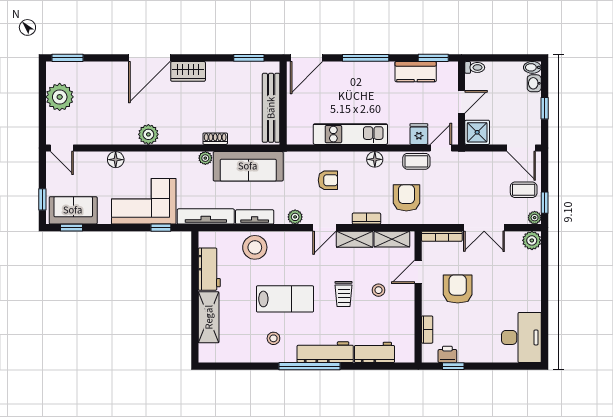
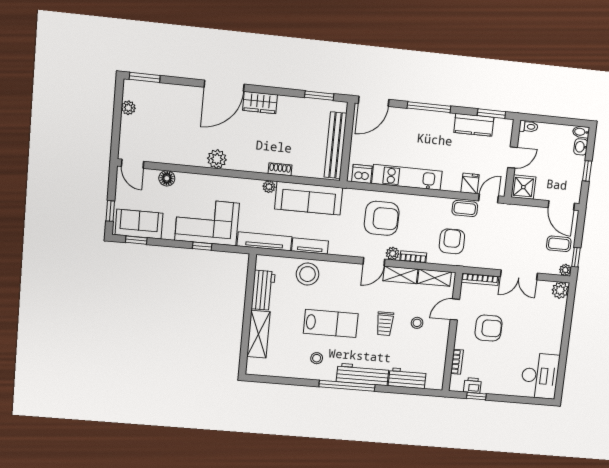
plant: (60, 97) -> (128, 108), width x0.53, depth x0.53
dishwasher: (302, 135) -> (362, 174), added
floor lamp: (375, 159) -> (427, 203), removed
floor lamp: (116, 160) -> (167, 178), moved
armchair: (328, 180) -> (382, 218), width x1.88, depth x1.88
plant: (295, 217) -> (393, 254), moved
window: (161, 228) -> (202, 246), moved
armchair: (458, 289) -> (488, 328), turned 90

